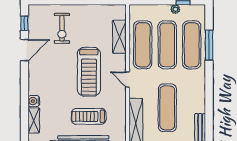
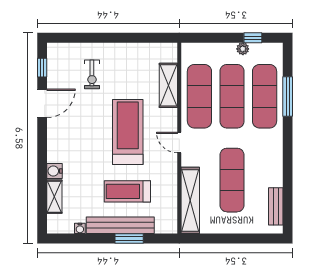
exercise bike: (62, 28) -> (92, 74), width x0.73, depth x0.72
treadmill: (89, 72) -> (128, 132), turned 180

